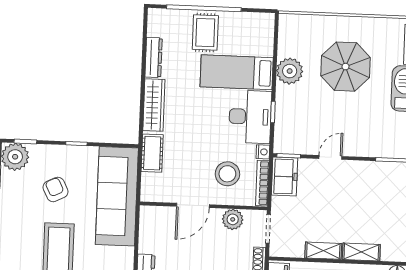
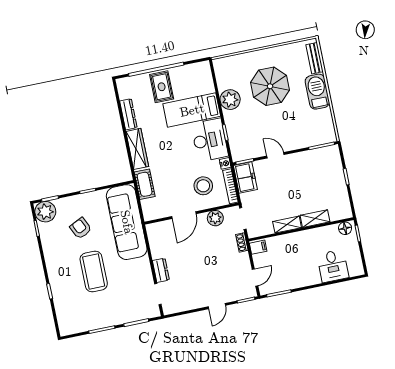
door: (330, 157) -> (275, 155), hinge flipped

